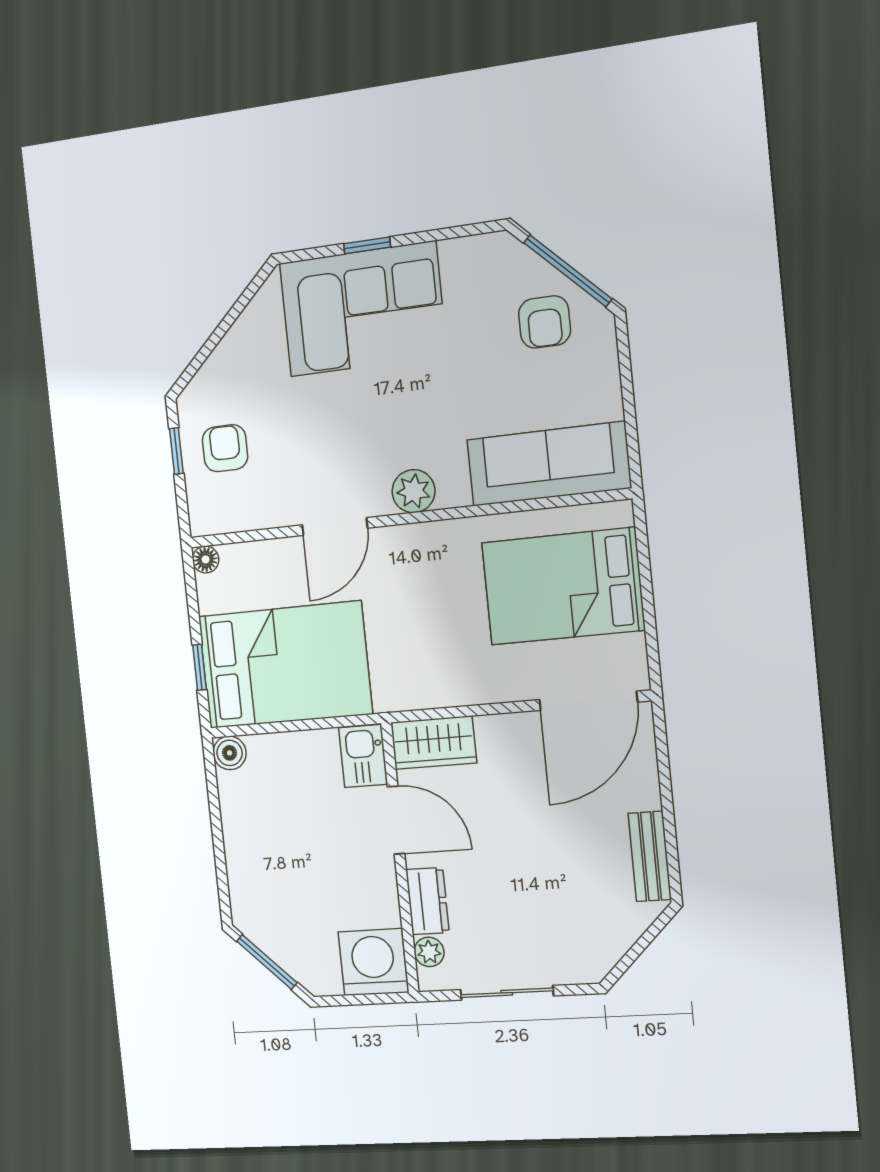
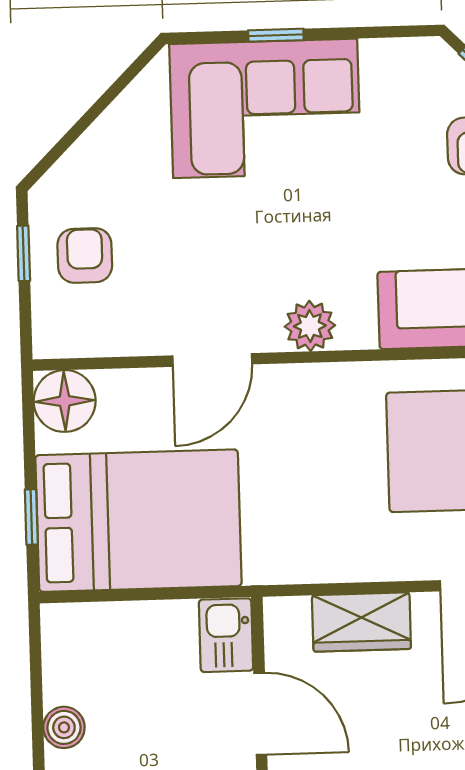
floor lamp: (206, 559) -> (65, 401), width x1.89, depth x1.89
wardrobe: (434, 743) -> (361, 622), moved
boiler: (230, 753) -> (64, 727), moved

